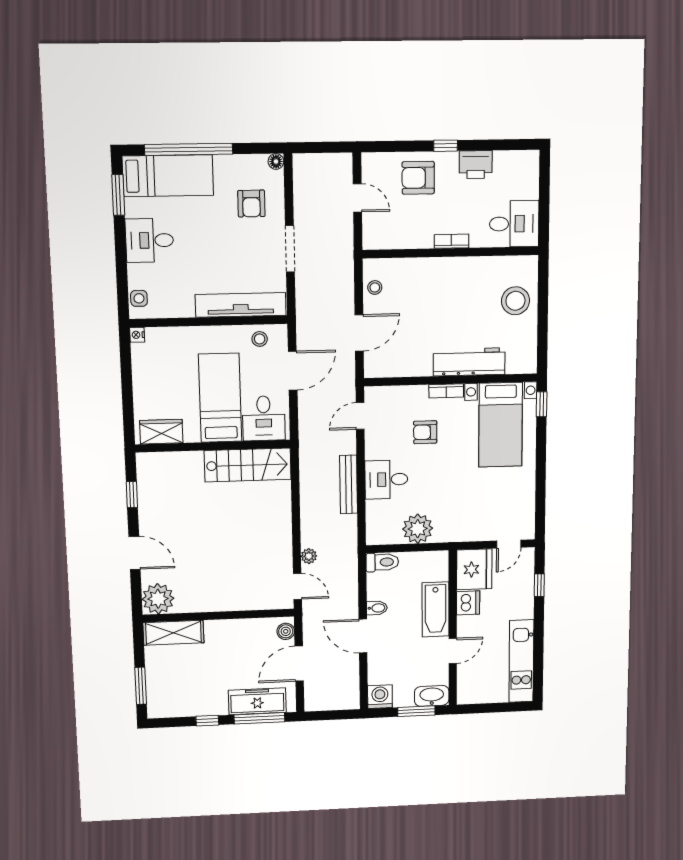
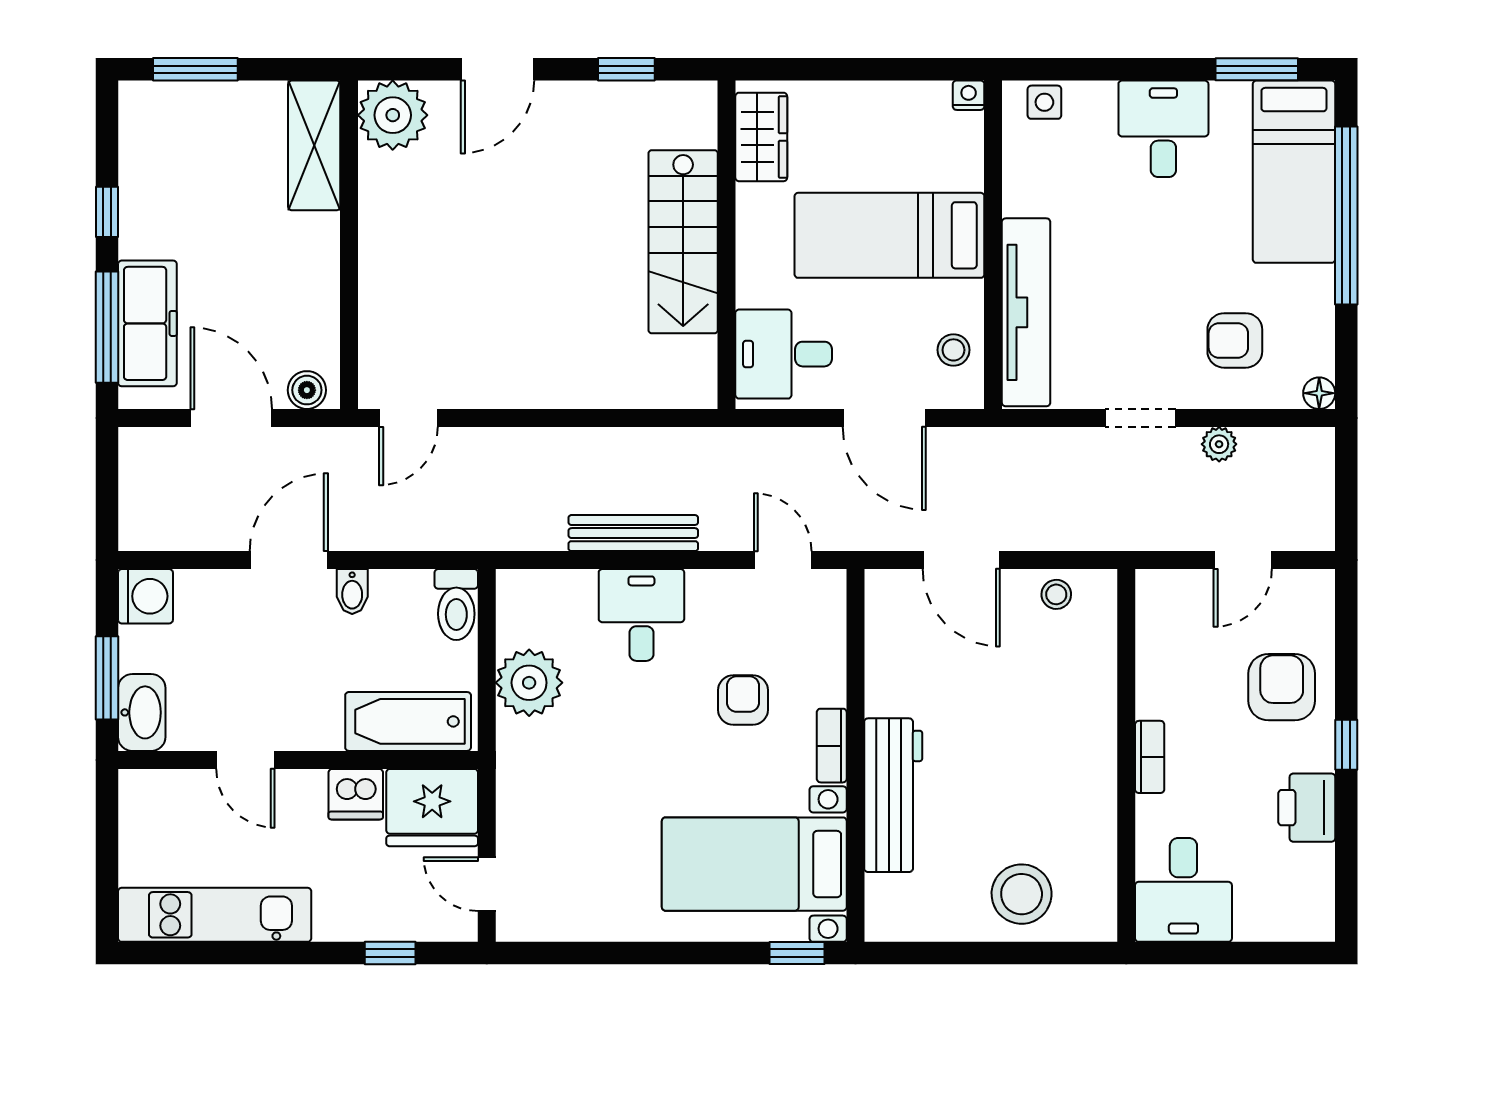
doorway: (290, 249) -> (1140, 418), width x0.73
bed: (220, 398) -> (889, 235), moved, turned 180
stairs: (248, 465) -> (683, 242), moved
plant: (309, 556) -> (1219, 444), moved
bathtub: (435, 609) -> (408, 721), moved

